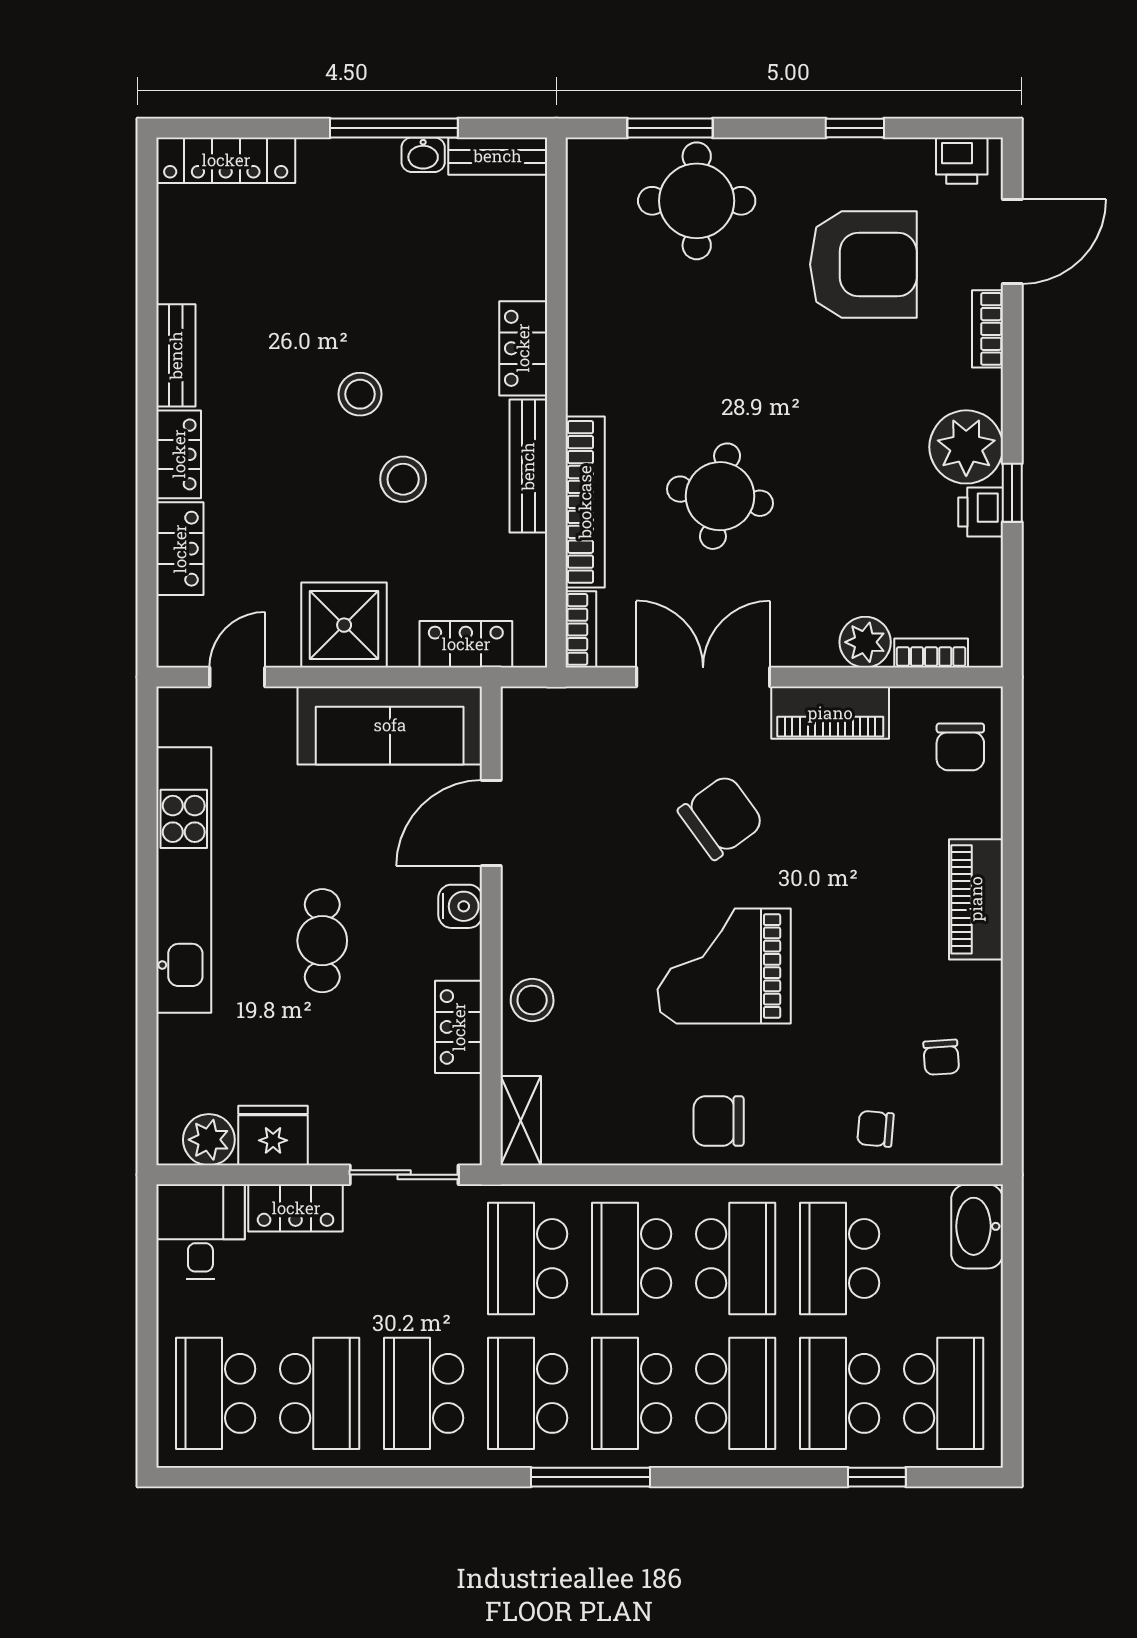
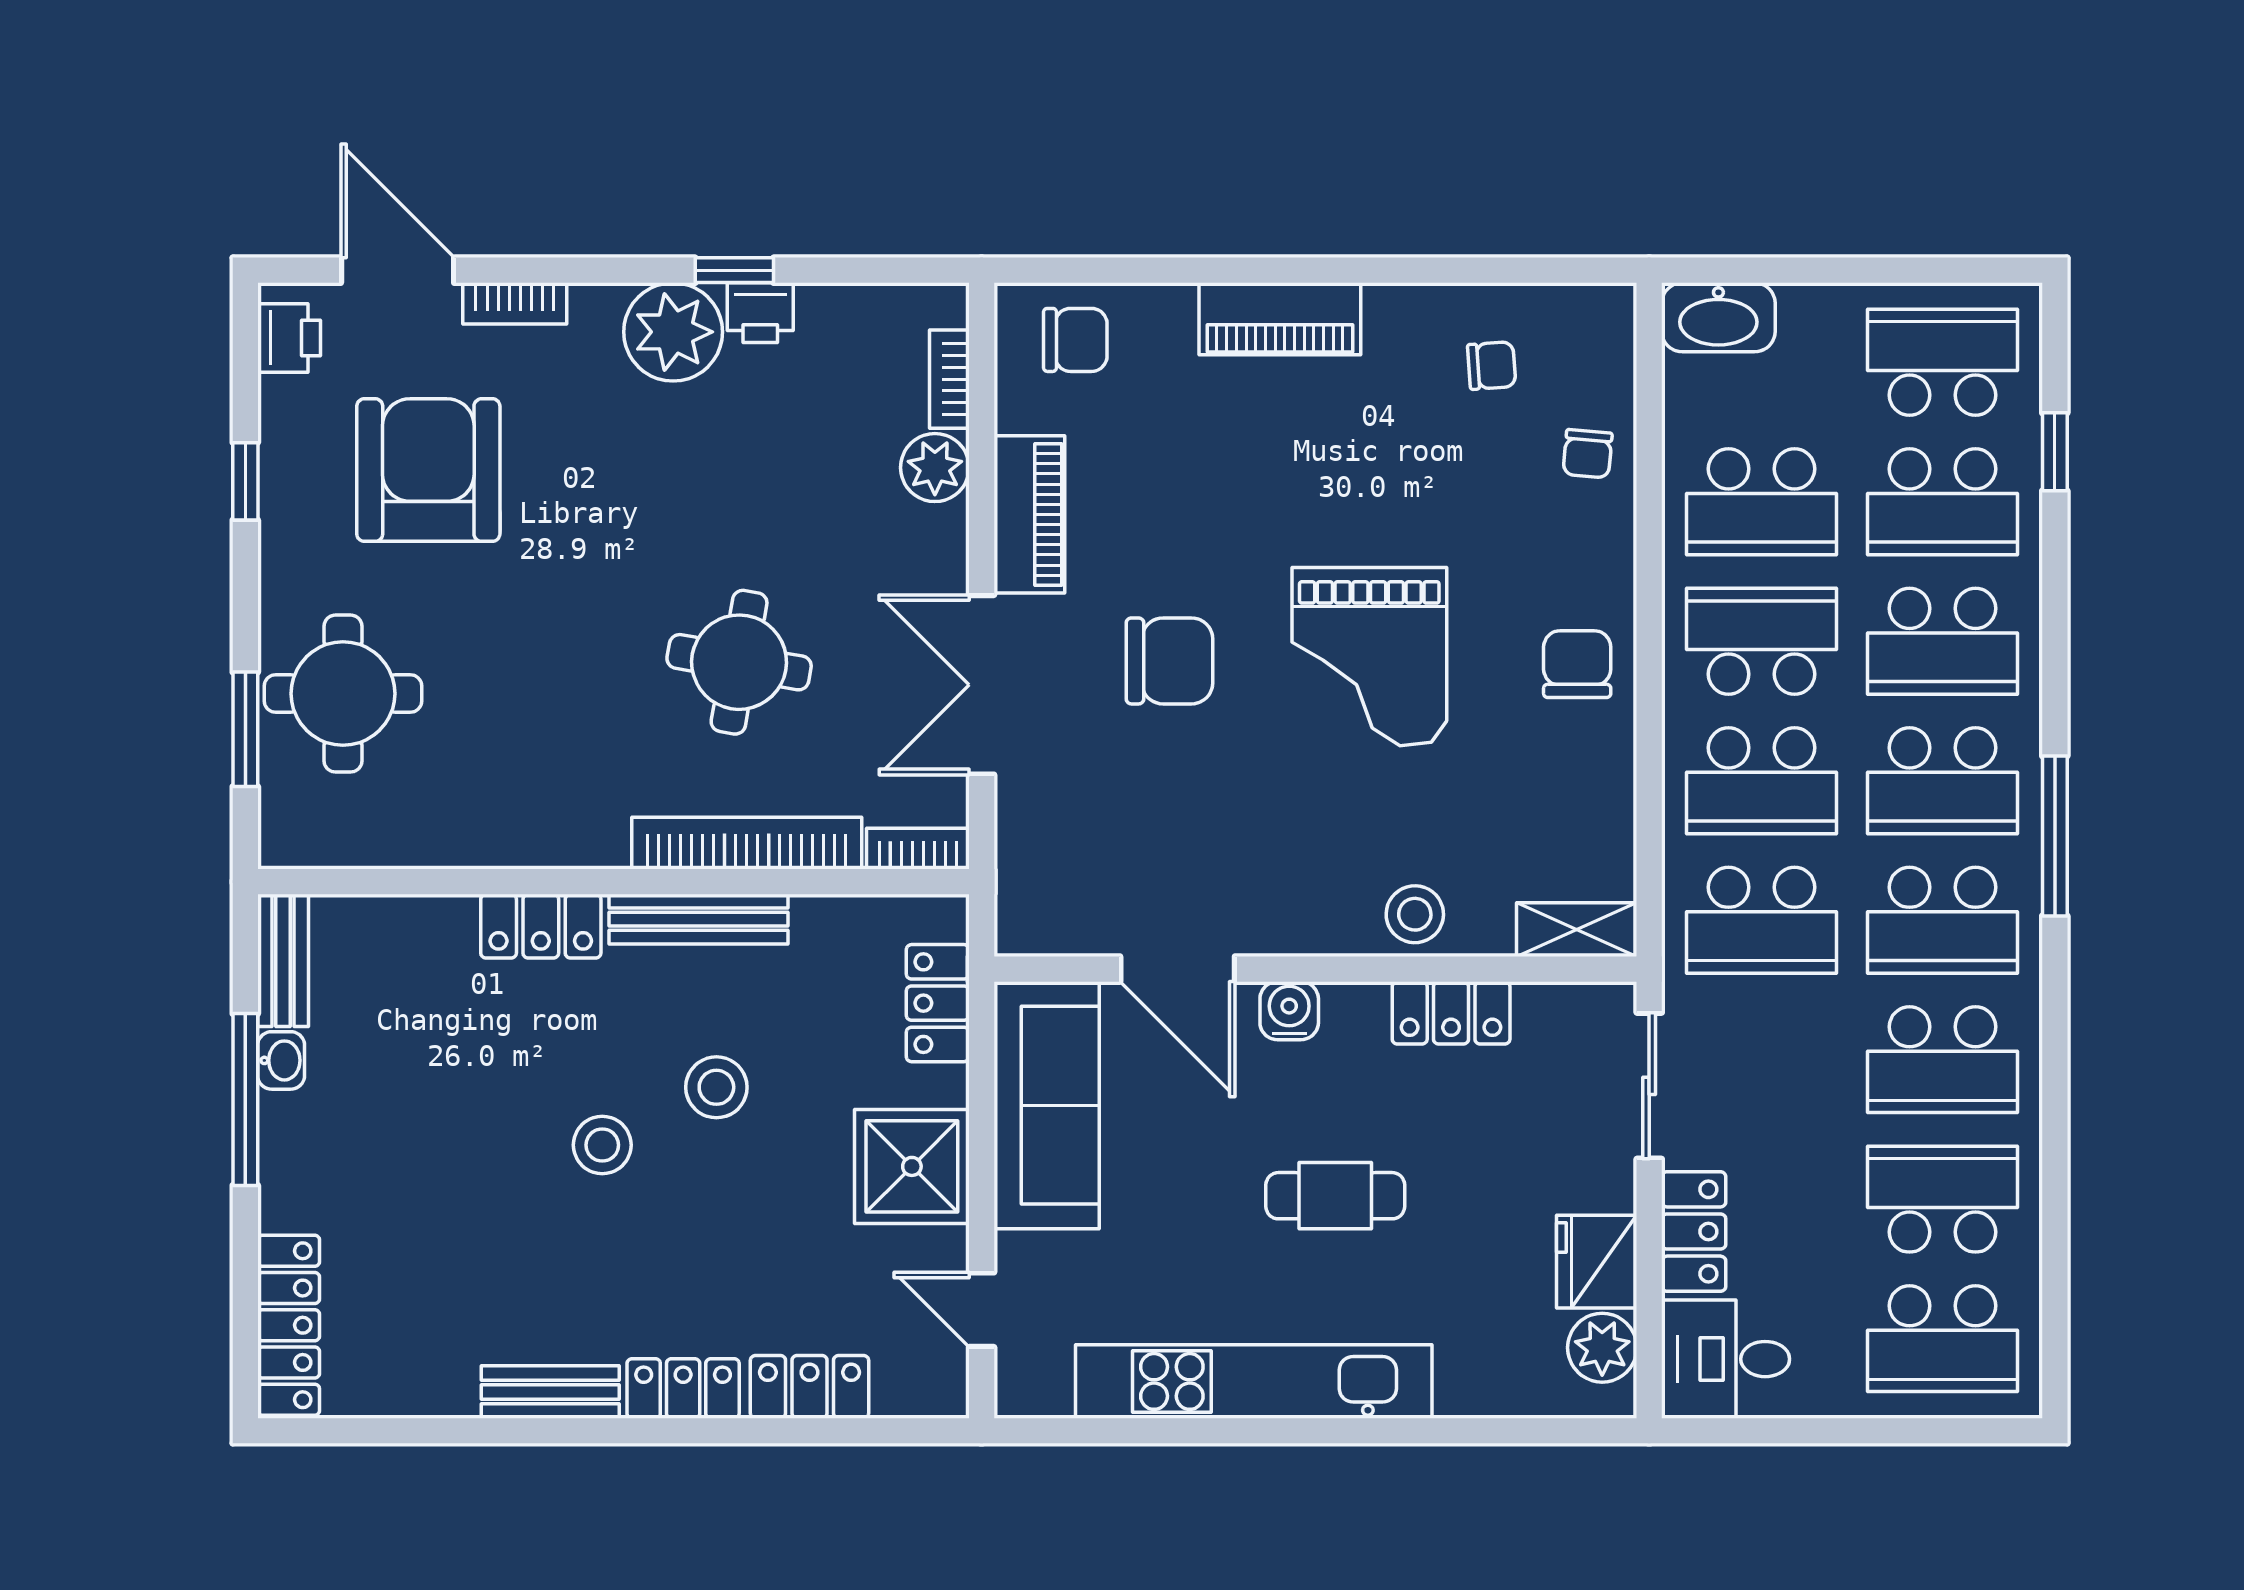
chair: (721, 817) -> (1169, 661), turned 126
chair: (719, 1121) -> (1577, 664), turned 180
school desk: (736, 1393) -> (1942, 641), turned 180

